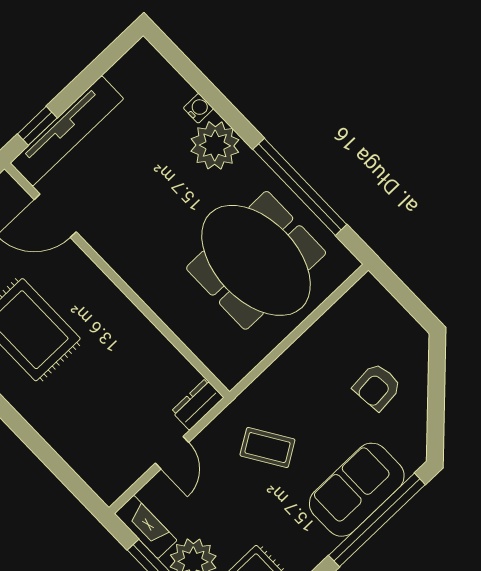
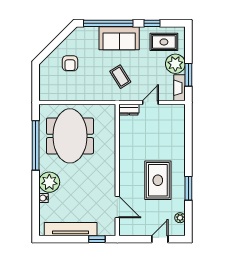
tv unit: (67, 131) -> (71, 229), moved
armchair: (377, 387) -> (70, 63), turned 95
sofa: (357, 490) -> (119, 38), moved

